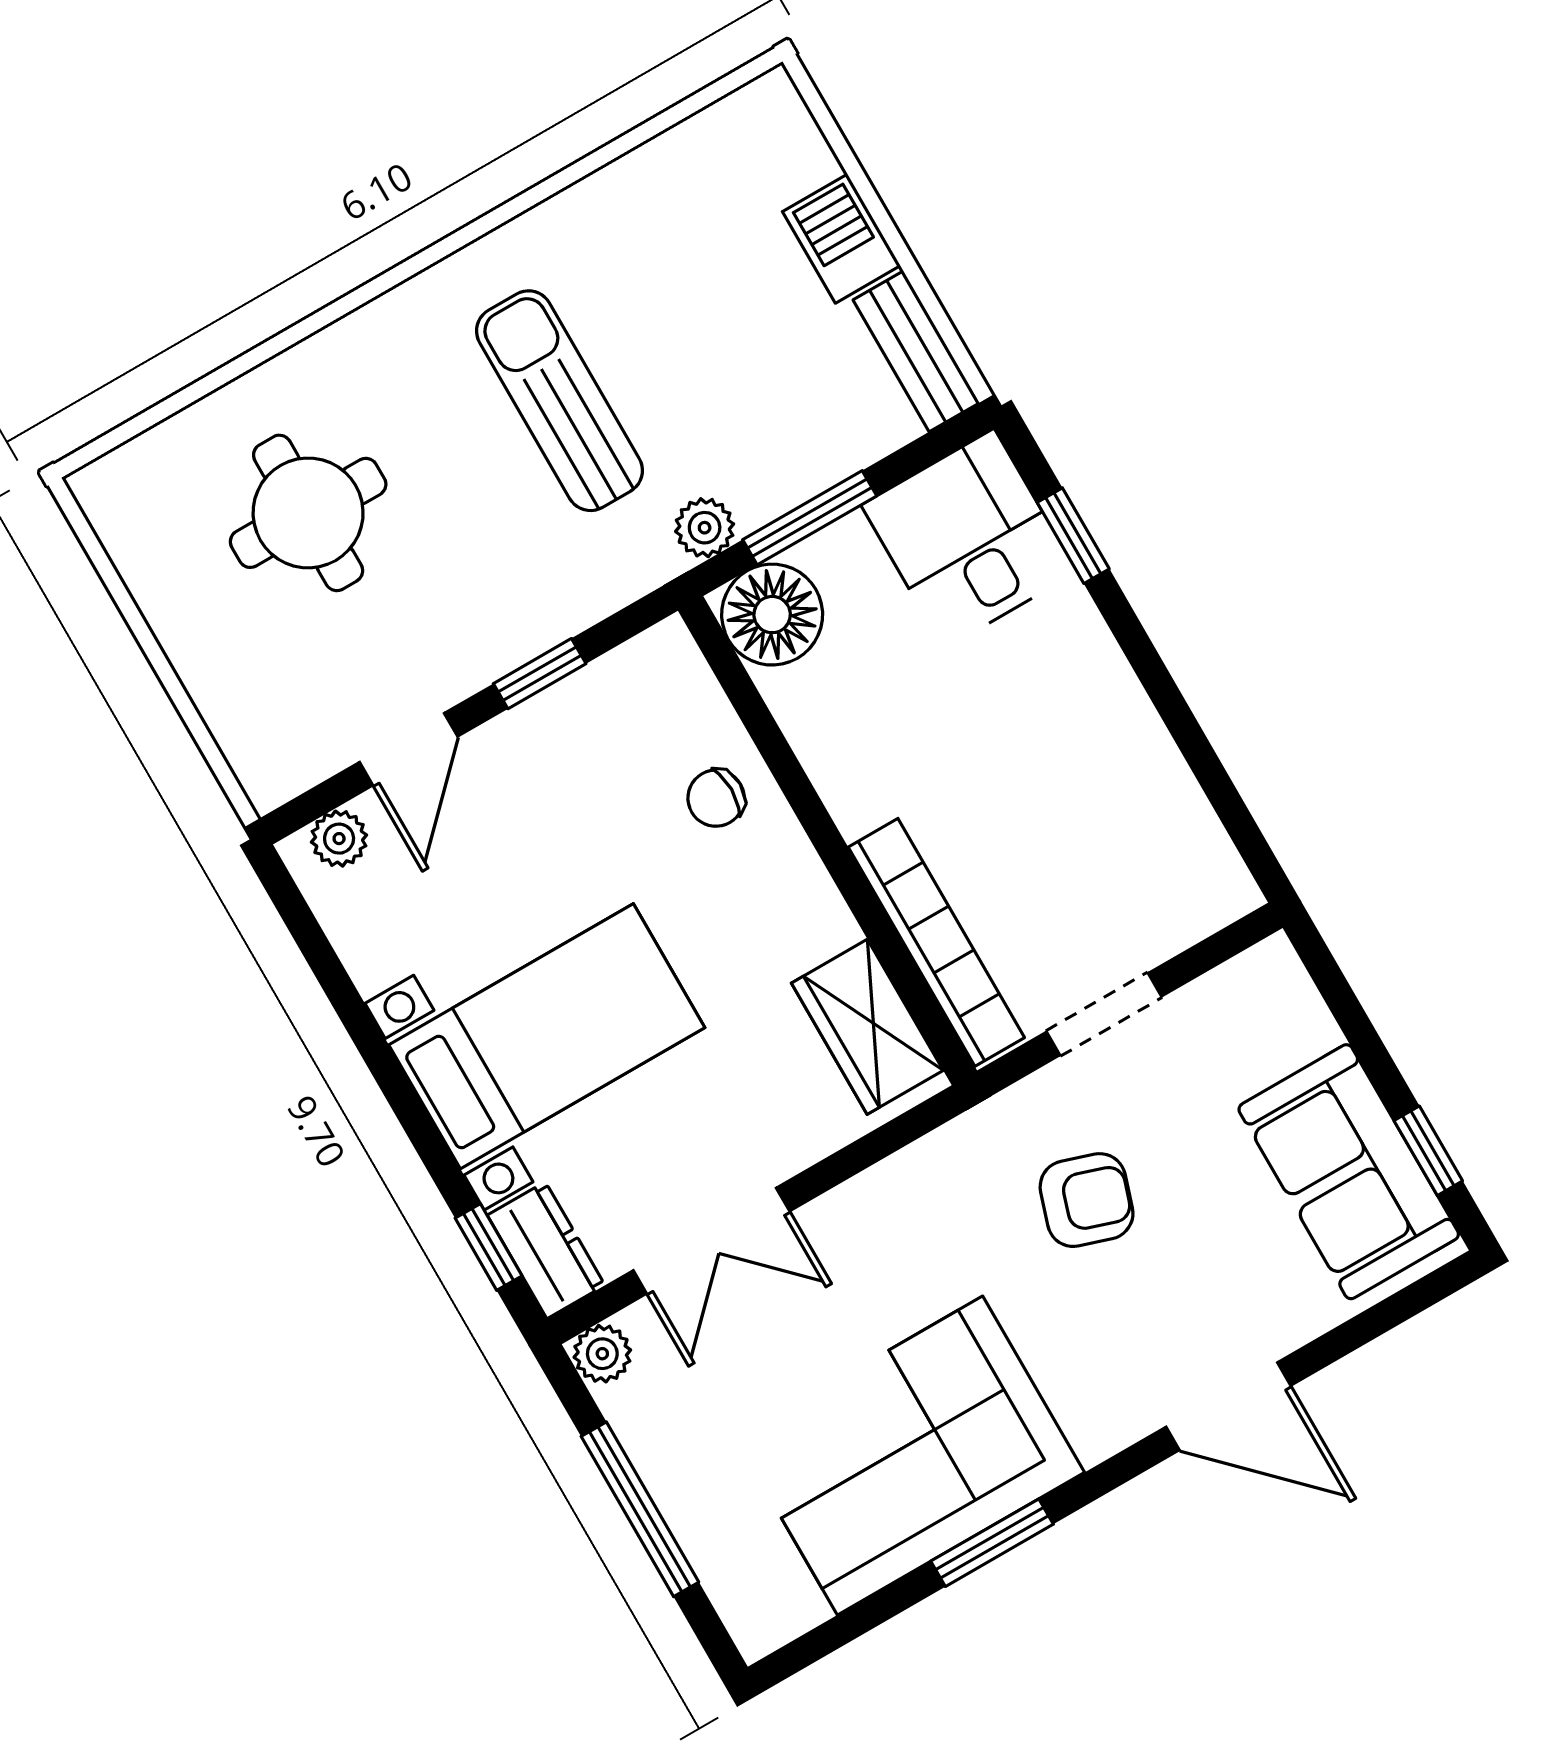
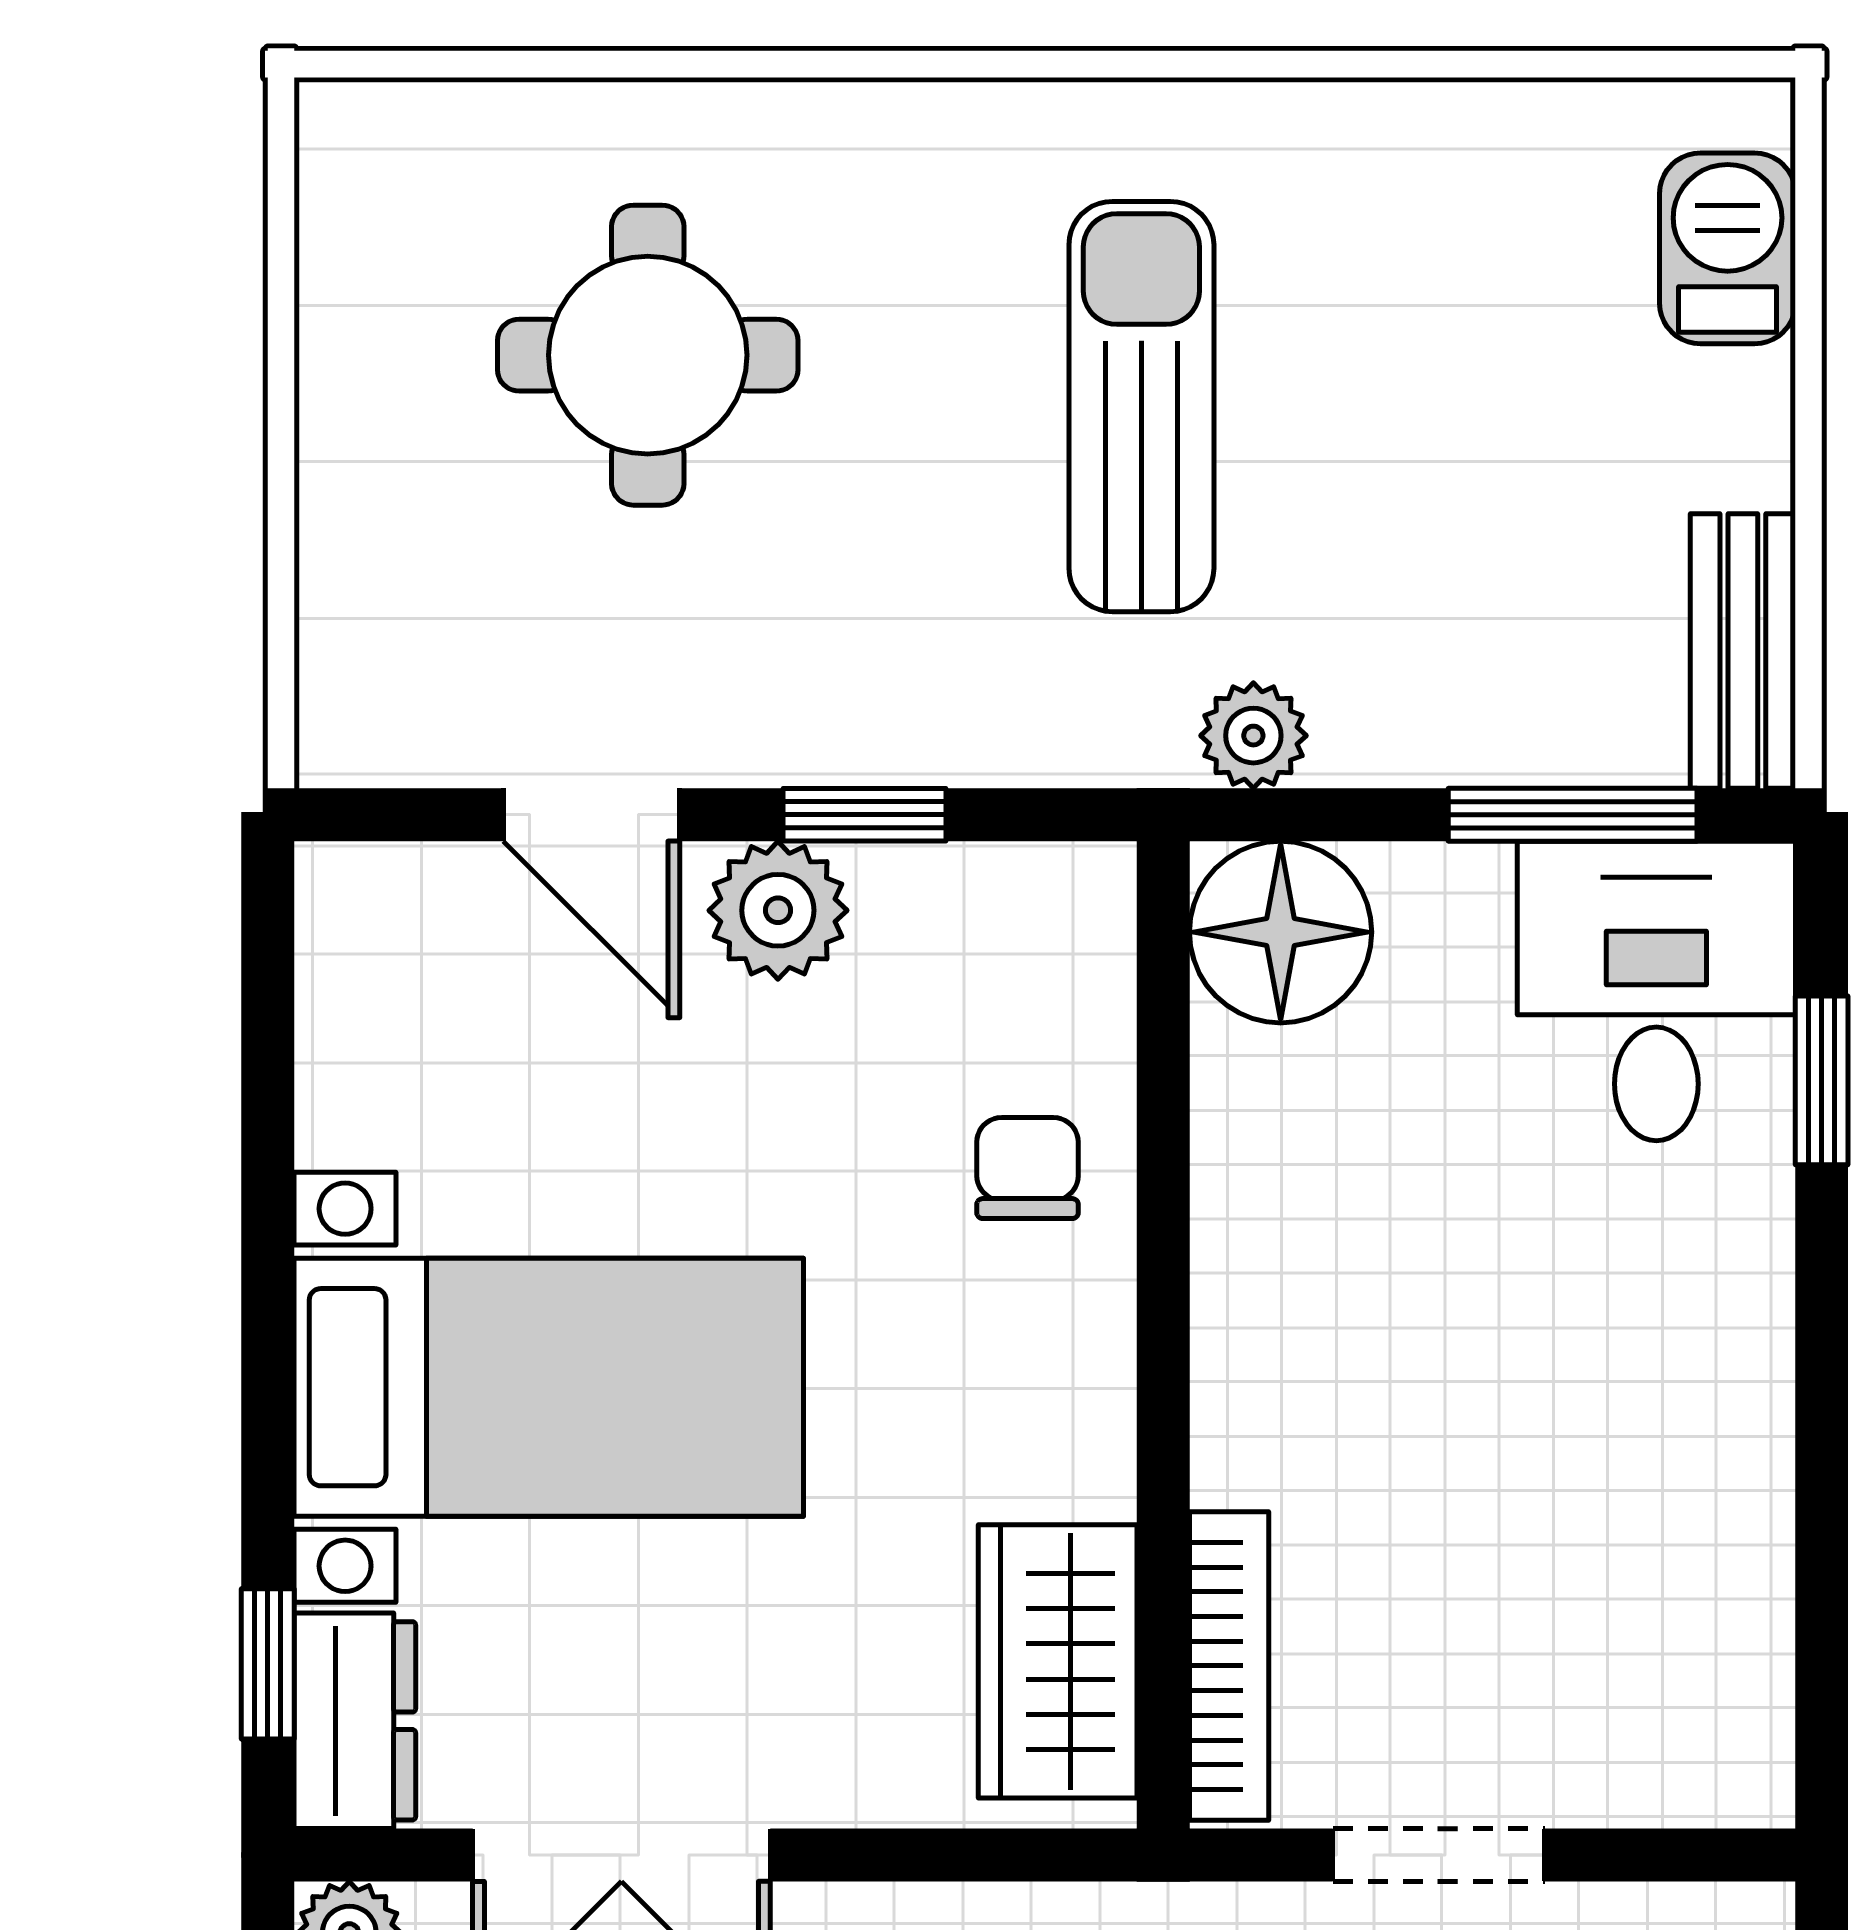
barbecue: (841, 239) -> (1728, 248), moved
window: (810, 518) -> (1573, 815), moved
door: (409, 749) -> (592, 815), hinge flipped
chair: (716, 798) -> (1028, 1168), turned 90
plant: (339, 839) -> (778, 910), moved, width x1.38, depth x1.38
bookcase: (936, 942) -> (1229, 1666), width x0.68, depth x0.76

